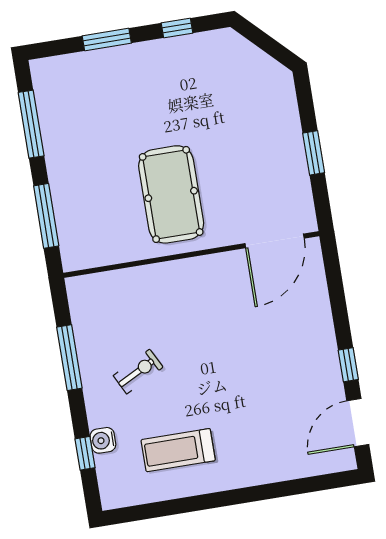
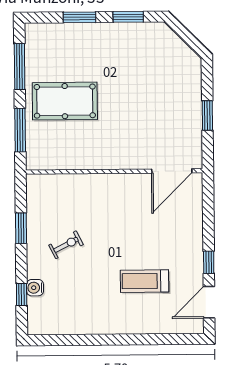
window: (177, 28) -> (128, 17), width x1.50
pool table: (171, 194) -> (65, 101), moved, turned 90
window: (69, 358) -> (21, 228), width x0.69
treadmill: (178, 450) -> (144, 281), moved

